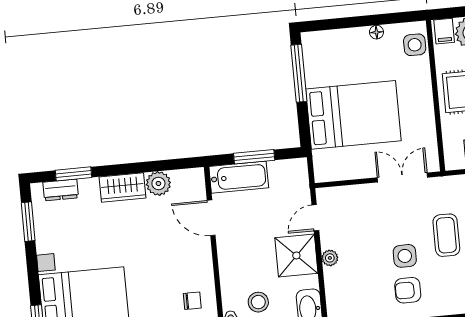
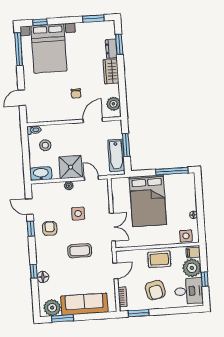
bathtub: (239, 177) -> (116, 155), moved
plant: (158, 184) -> (113, 104), moved
dresser: (61, 190) -> (111, 49), moved
side table: (405, 256) -> (78, 214), moved
chair: (192, 301) -> (76, 94), moved

